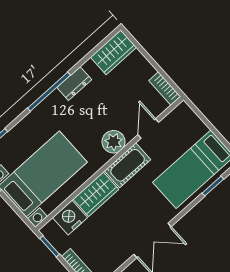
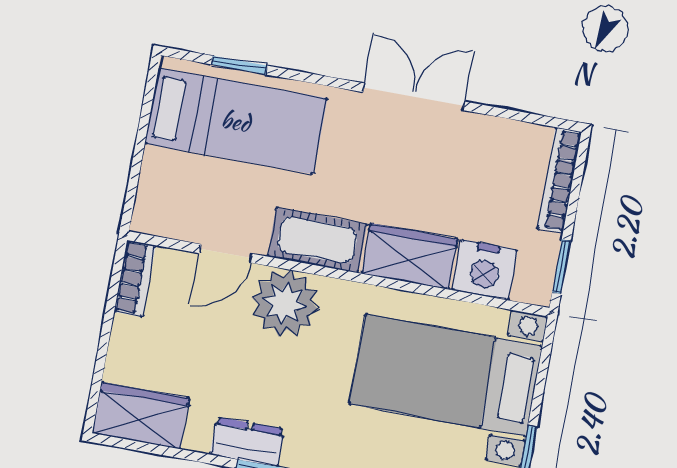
plant: (114, 142) -> (285, 303), width x1.36, depth x1.36

